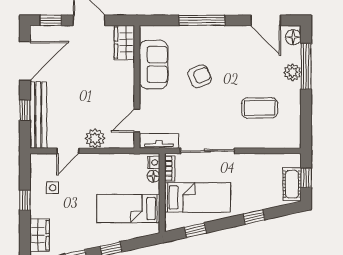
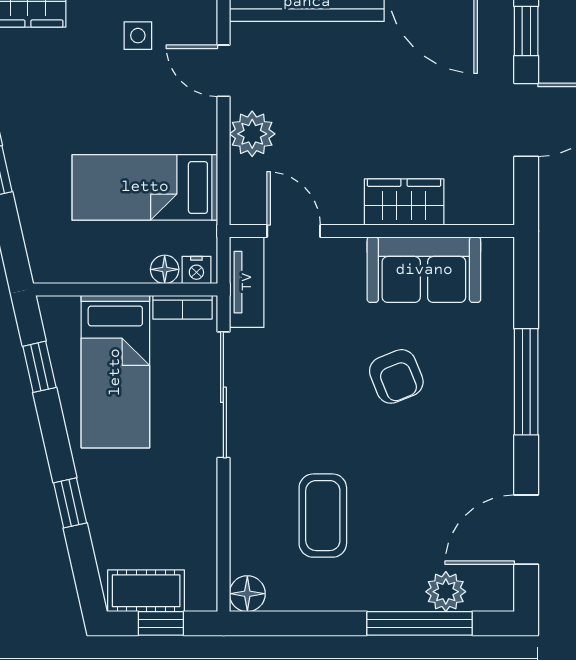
floor lamp: (293, 37) -> (247, 594), moved
wardrobe: (124, 43) -> (404, 202), moved
plant: (292, 72) -> (446, 592), moved
bed: (128, 209) -> (145, 187), moved, turned -90

